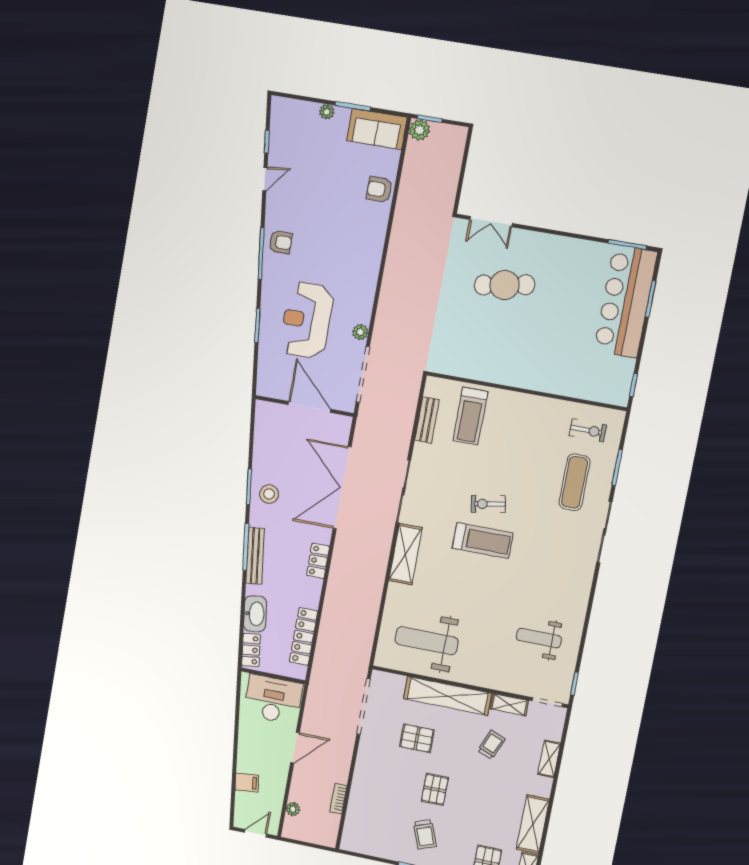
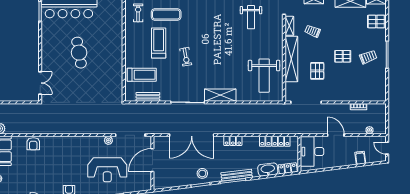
cafe table: (504, 285) -> (79, 53), moved
treadmill: (483, 541) -> (159, 43), moved

